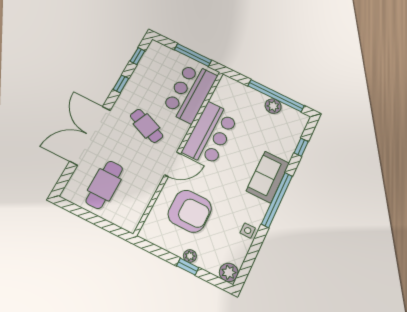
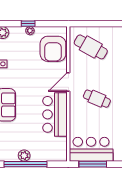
bar counter: (190, 92) -> (91, 149), moved, turned -90
cafe table: (104, 185) -> (91, 47), moved, turned -61
armchair: (190, 211) -> (53, 49), moved, turned -90

